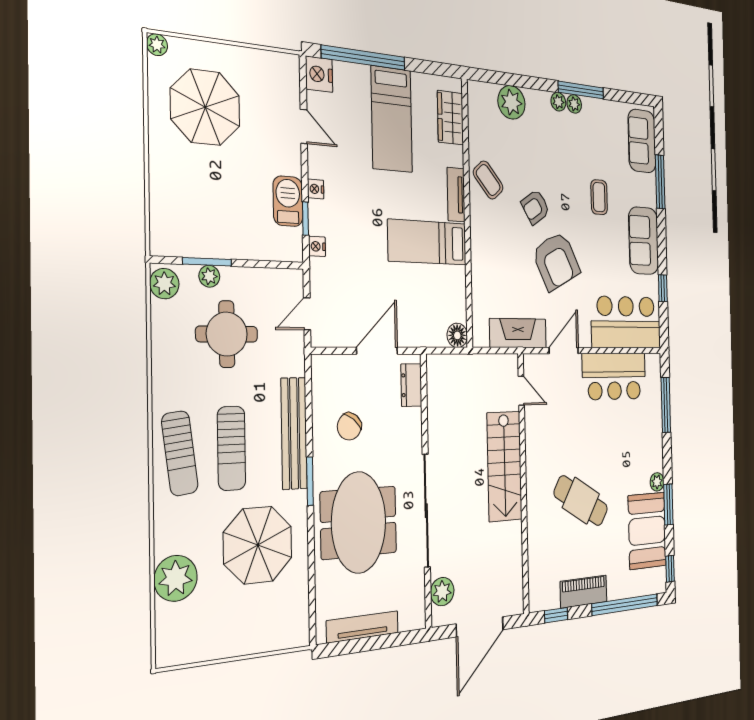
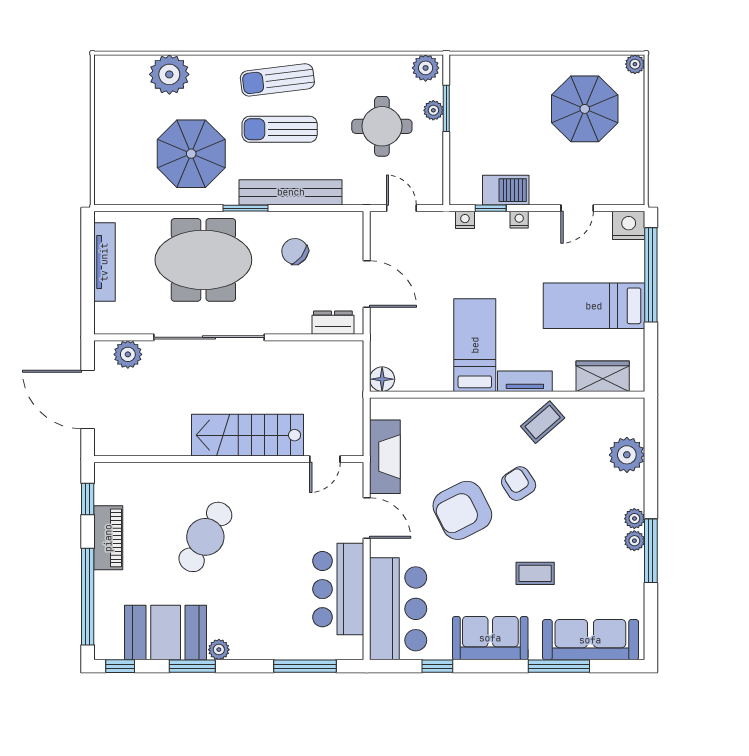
sofa: (642, 141) -> (590, 640), width x1.36

